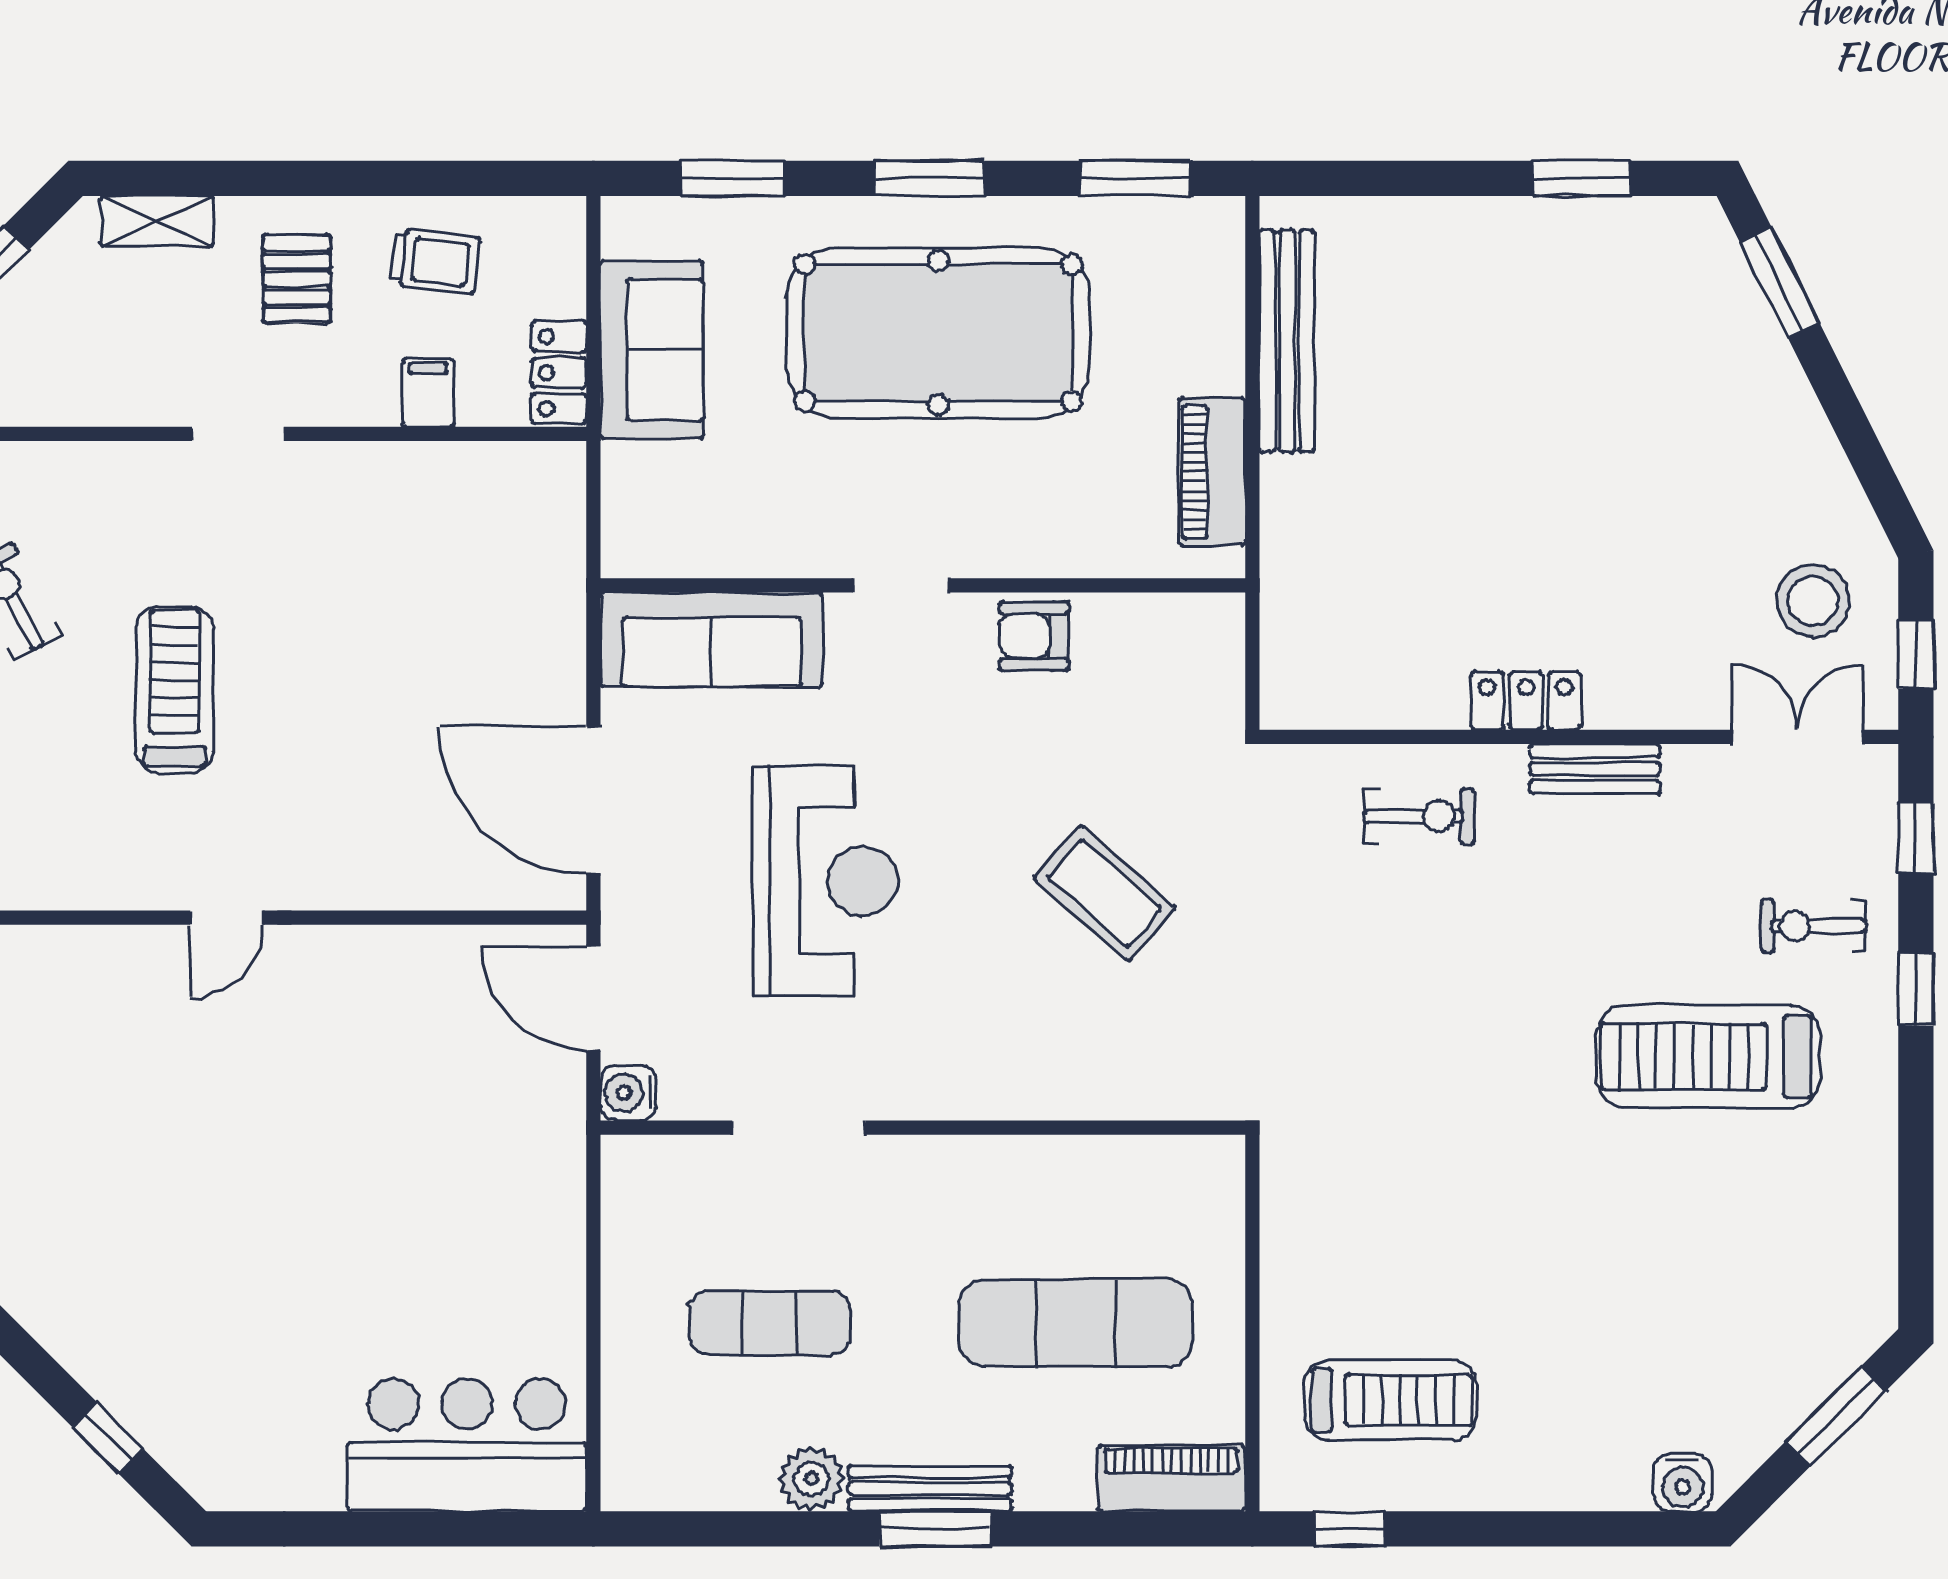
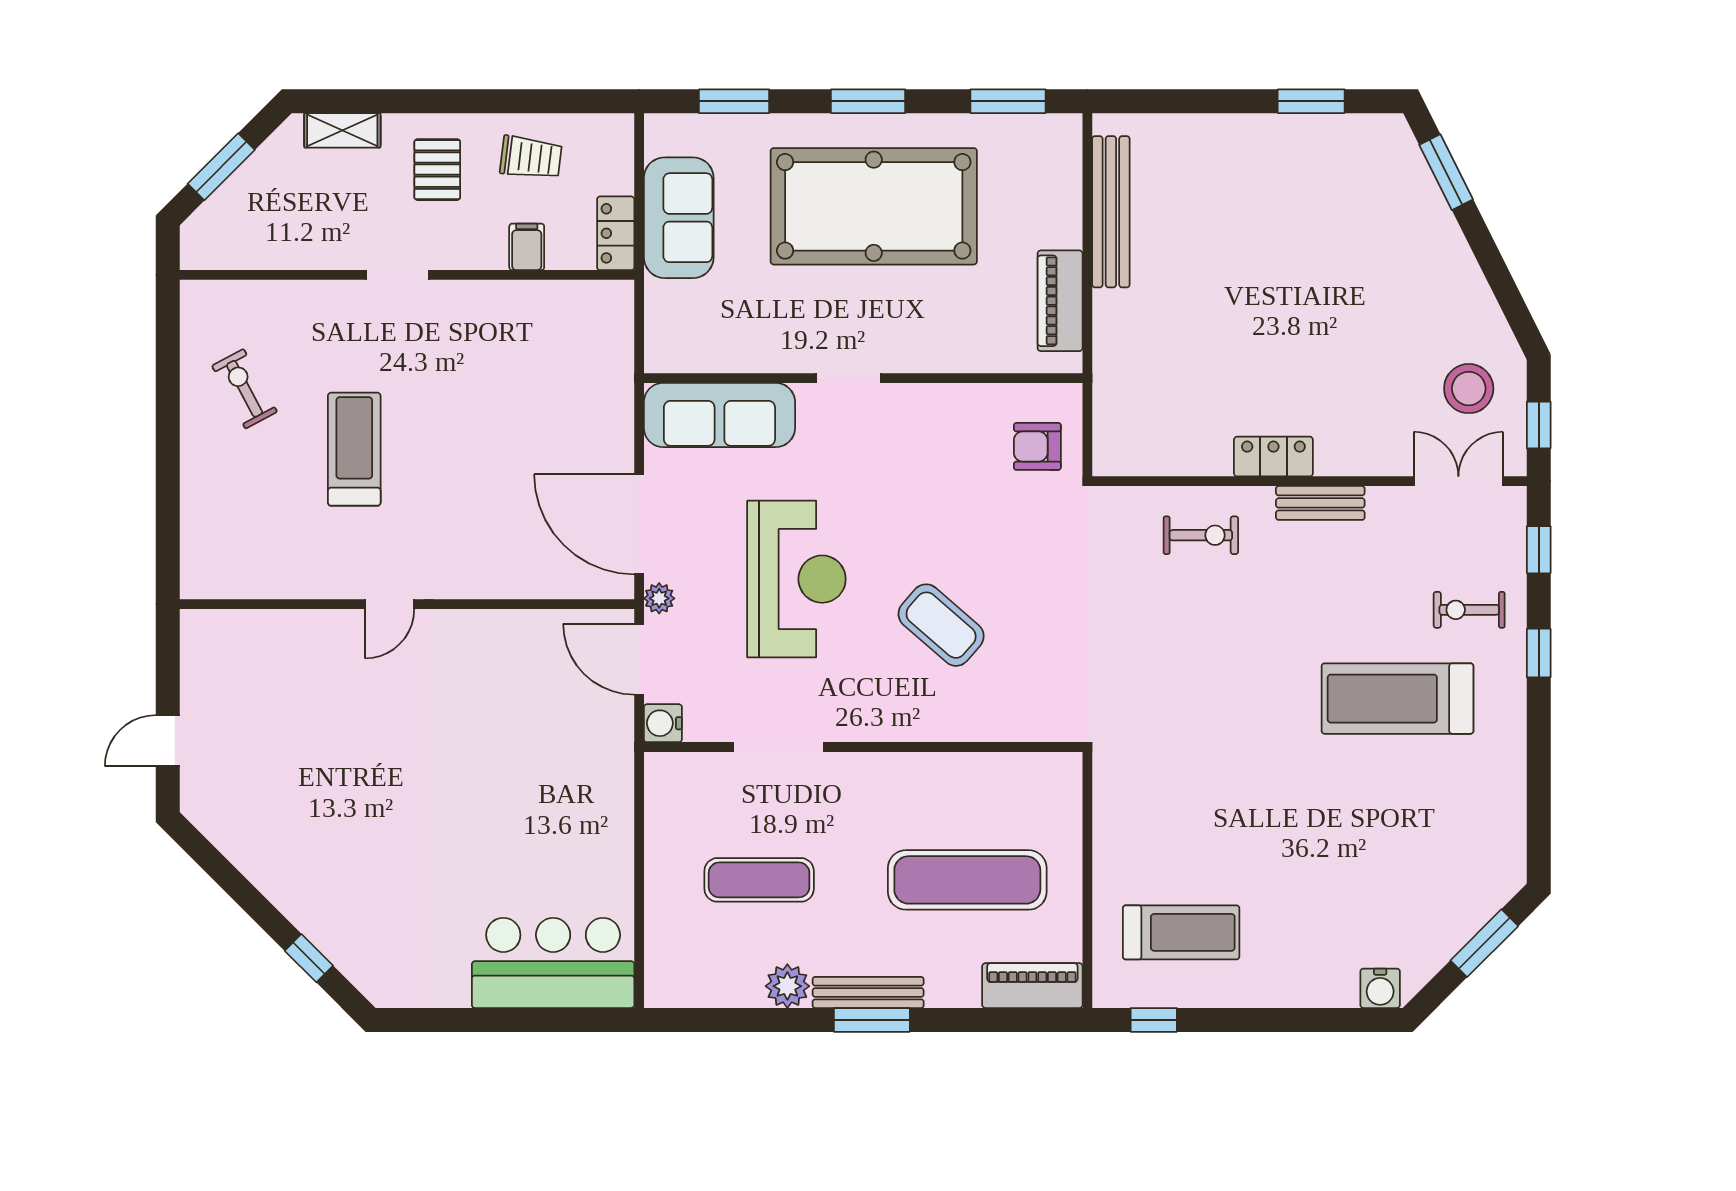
armchair: (1034, 636) -> (1037, 446), moved
coffee table: (1105, 893) -> (941, 625), moved
plant: (623, 909) -> (659, 598), added

